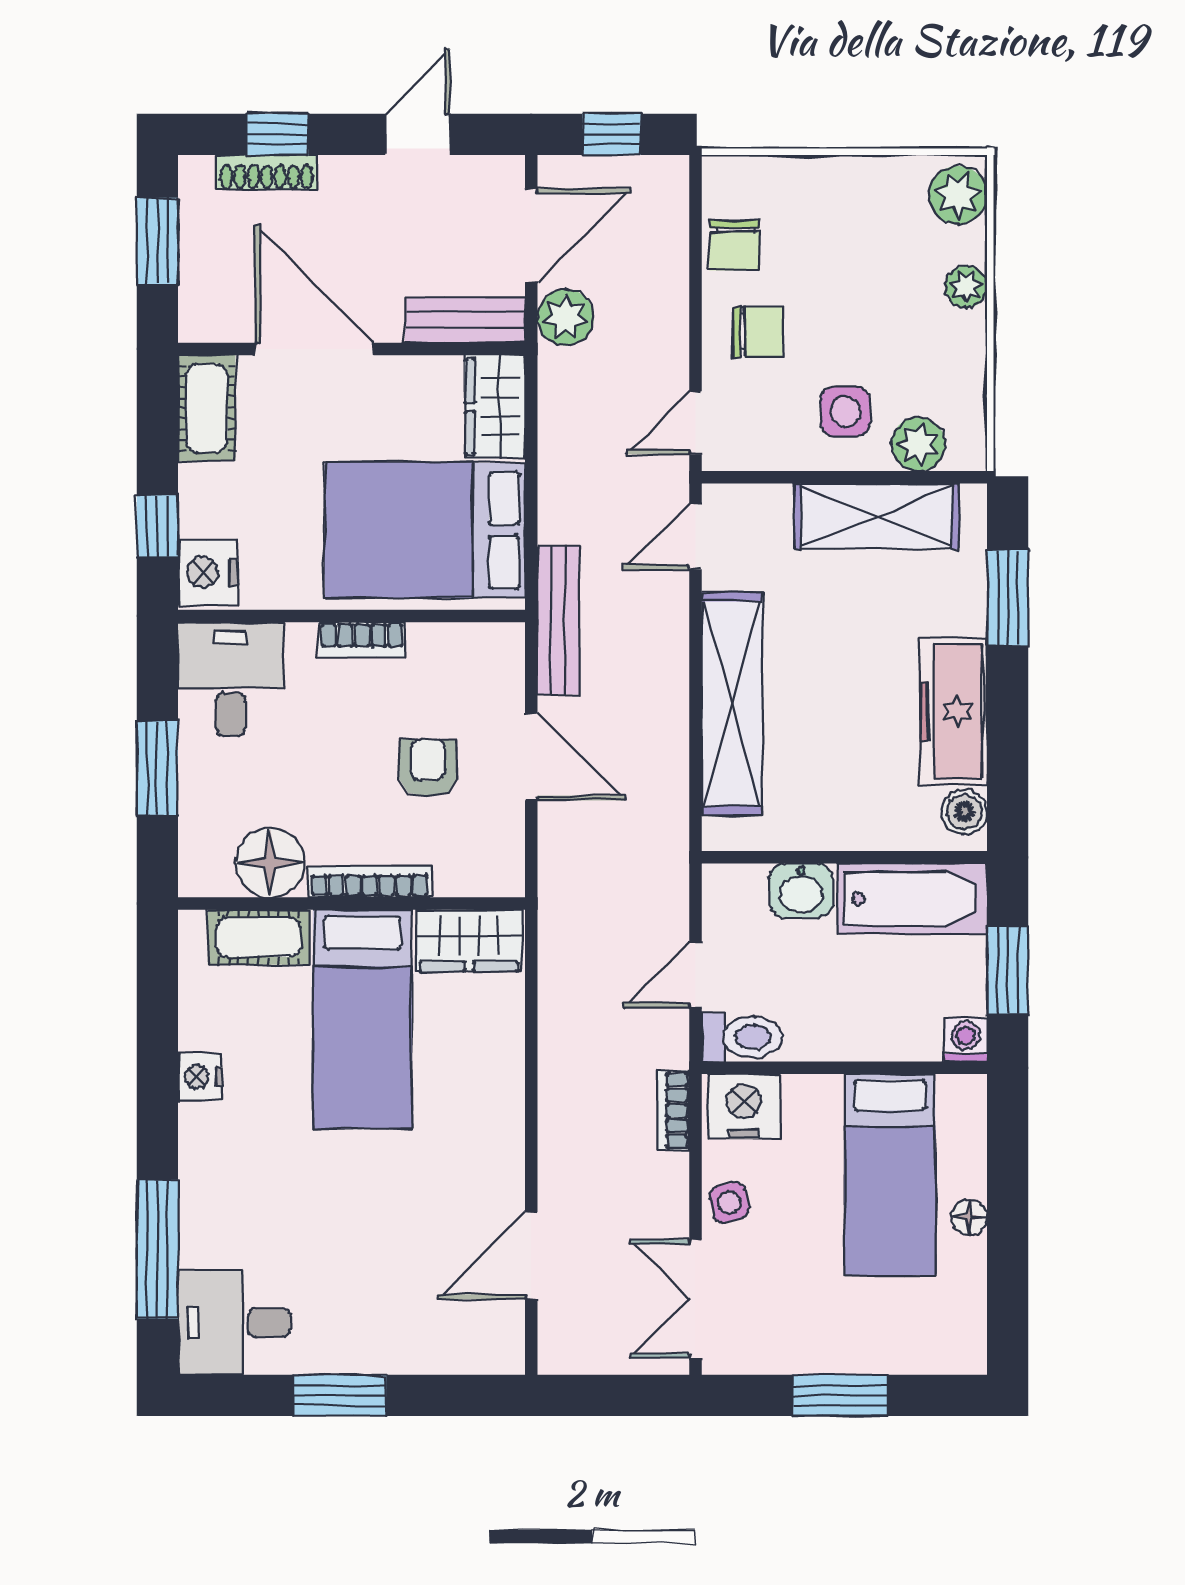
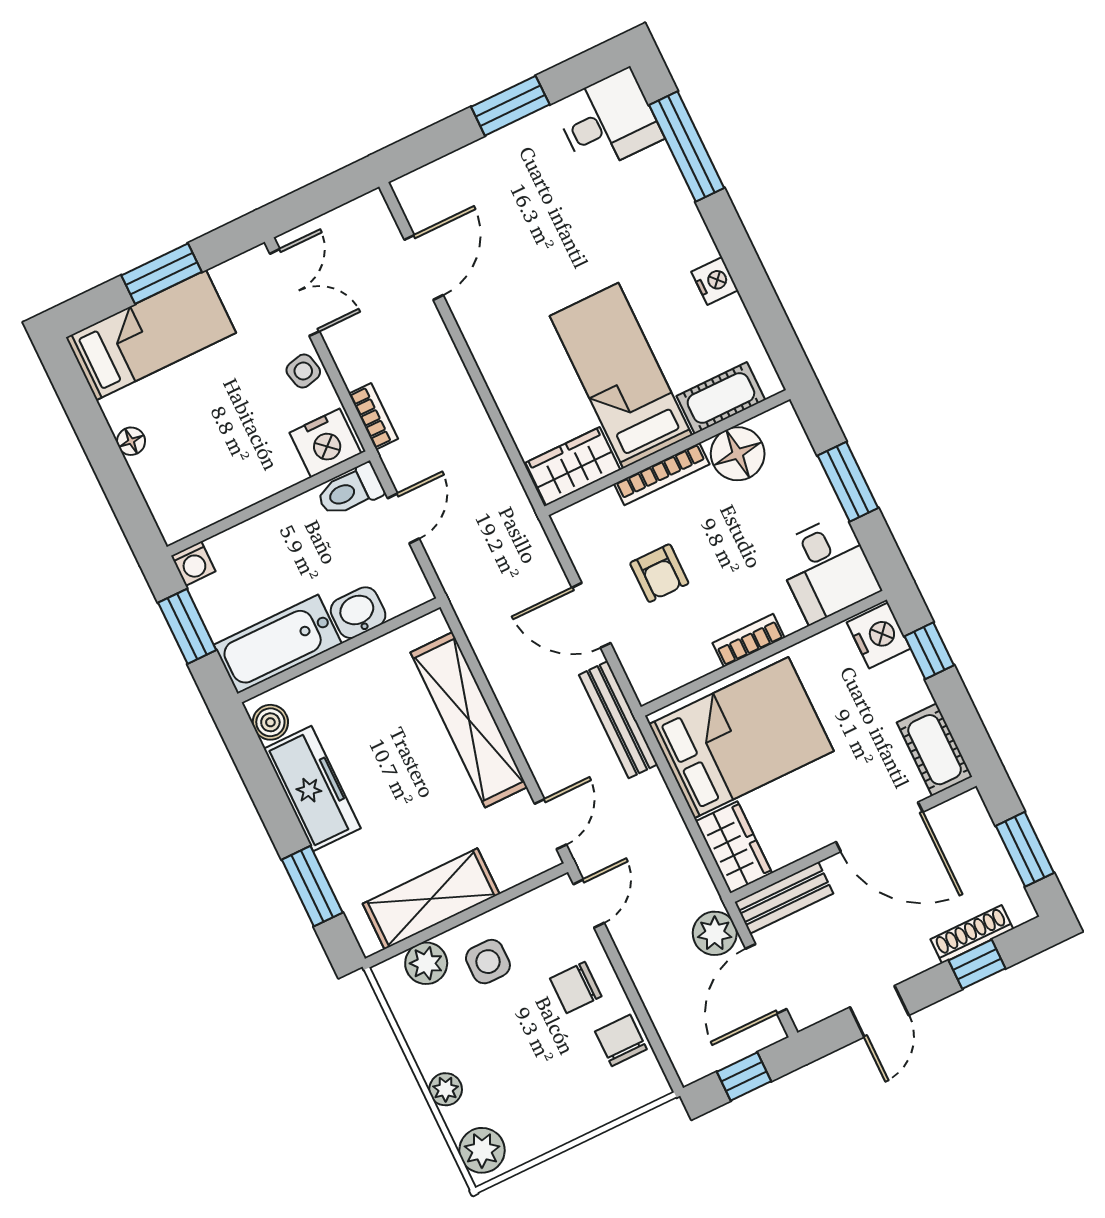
bed: (890, 1174) -> (151, 335), moved, turned 90

